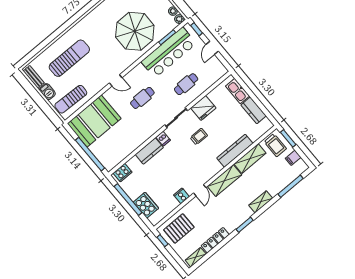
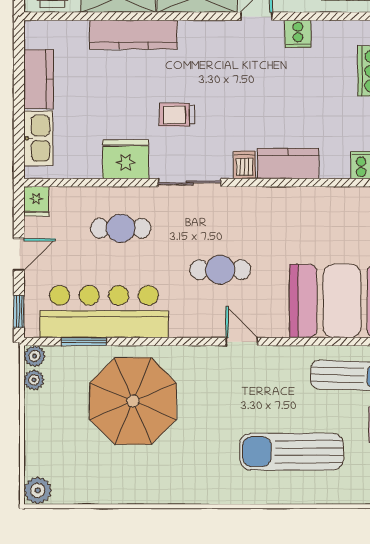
fridge: (221, 70) -> (36, 201), added

